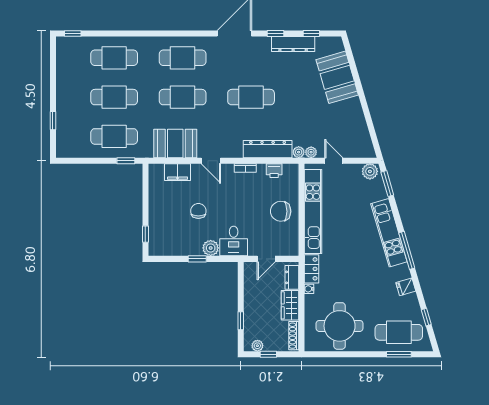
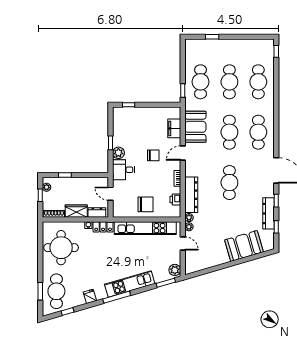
door: (334, 161) -> (183, 243), hinge flipped
chair: (198, 211) -> (153, 155), moved
chair: (281, 211) -> (145, 204), turned 90

